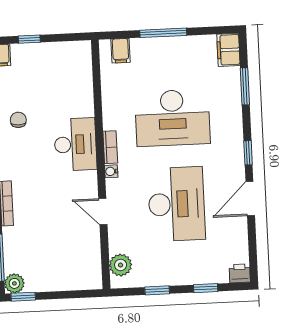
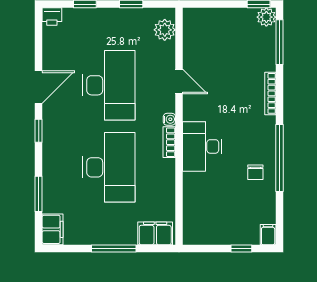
filing cabinet: (120, 51) -> (155, 233), width x2.00
desk: (172, 118) -> (109, 167), turned 90
desk: (176, 204) -> (109, 85), turned 180

